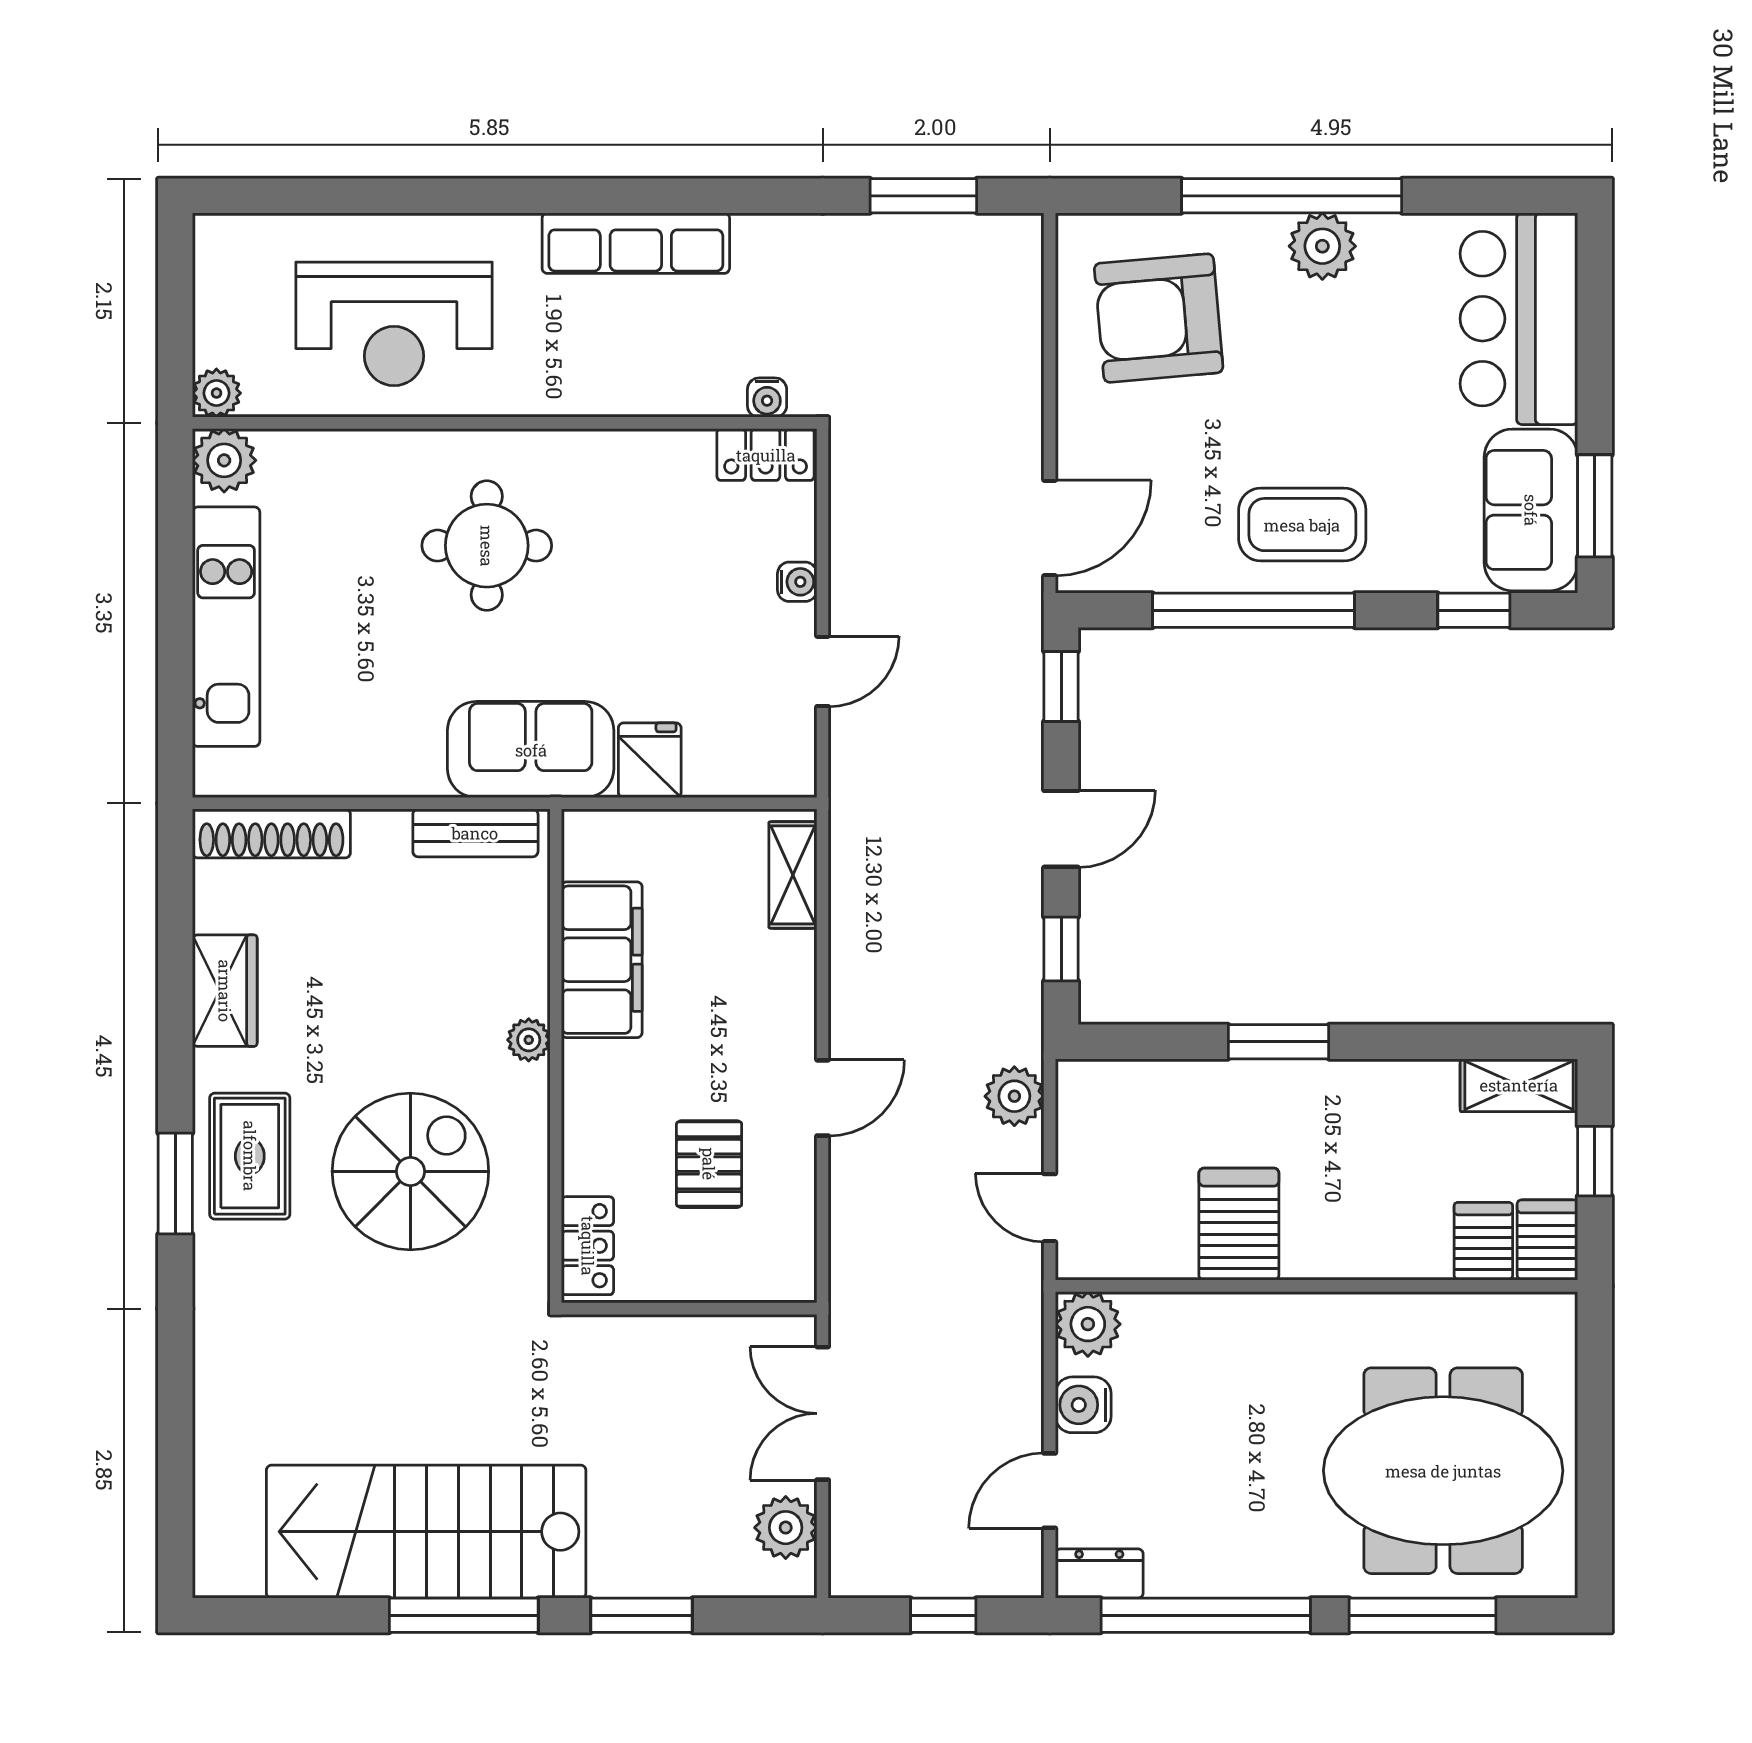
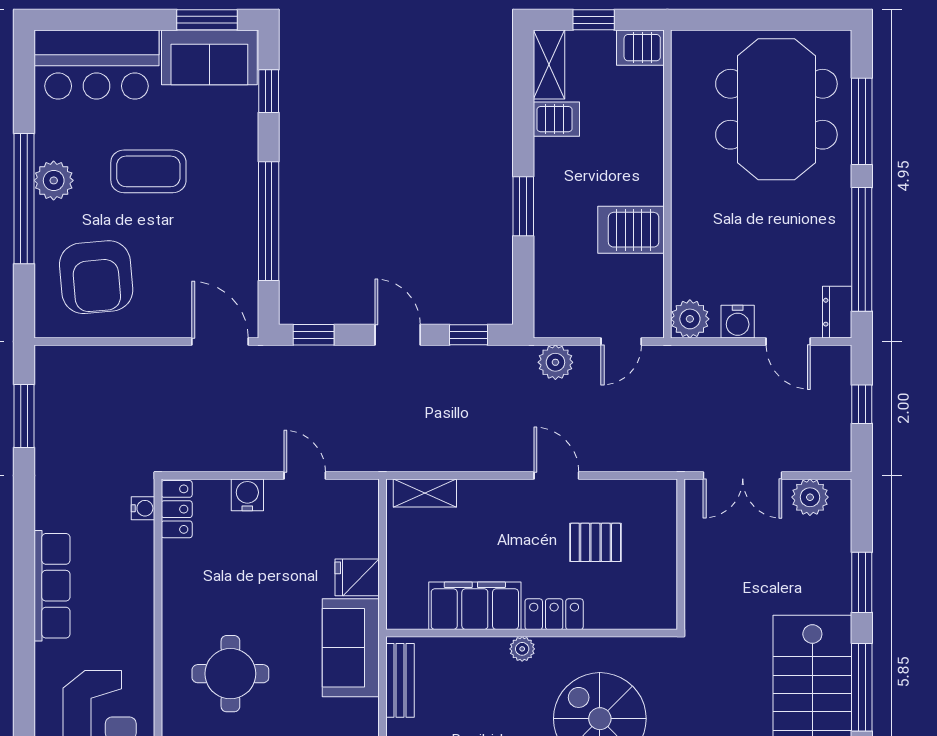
coffee table: (1302, 525) -> (148, 171), moved, turned 90
water cooler: (797, 582) -> (247, 495), width x1.38, depth x1.38
server rack: (1483, 1241) -> (556, 119), moved, turned 180
locker: (588, 1246) -> (554, 614), moved

